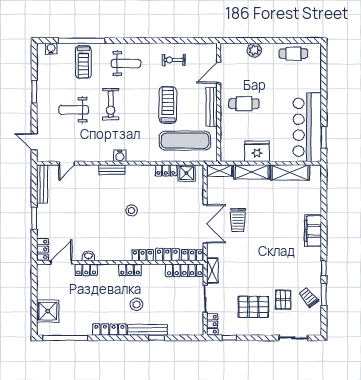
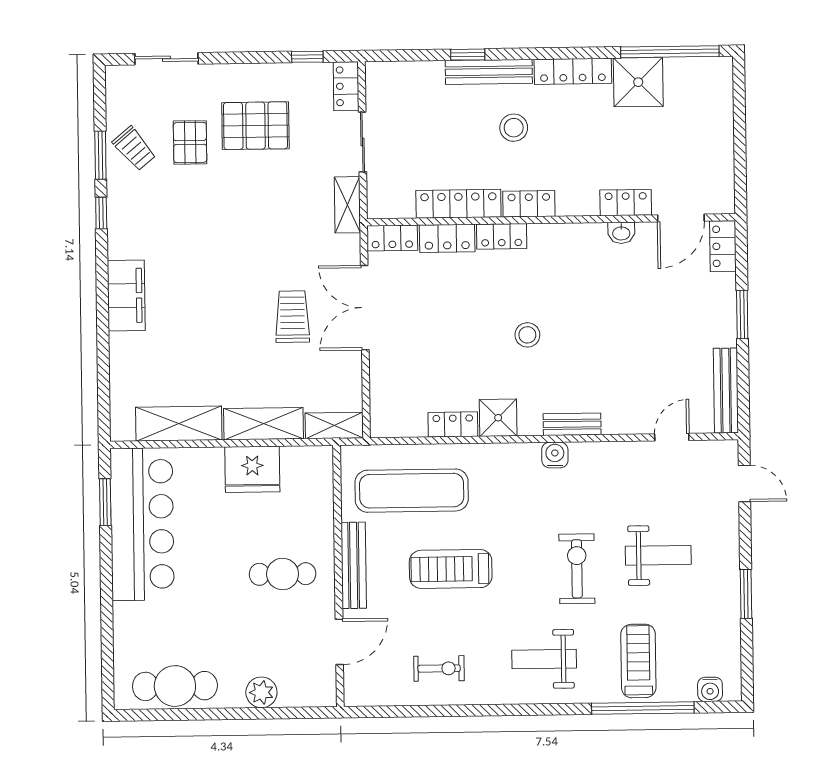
cafe table: (293, 54) -> (175, 686), width x1.37, depth x1.35
treadmill: (168, 105) -> (451, 569), turned 90
shower: (186, 173) -> (498, 418), moved
locker: (184, 270) -> (458, 204), moved
shower: (48, 311) -> (638, 82), moved

